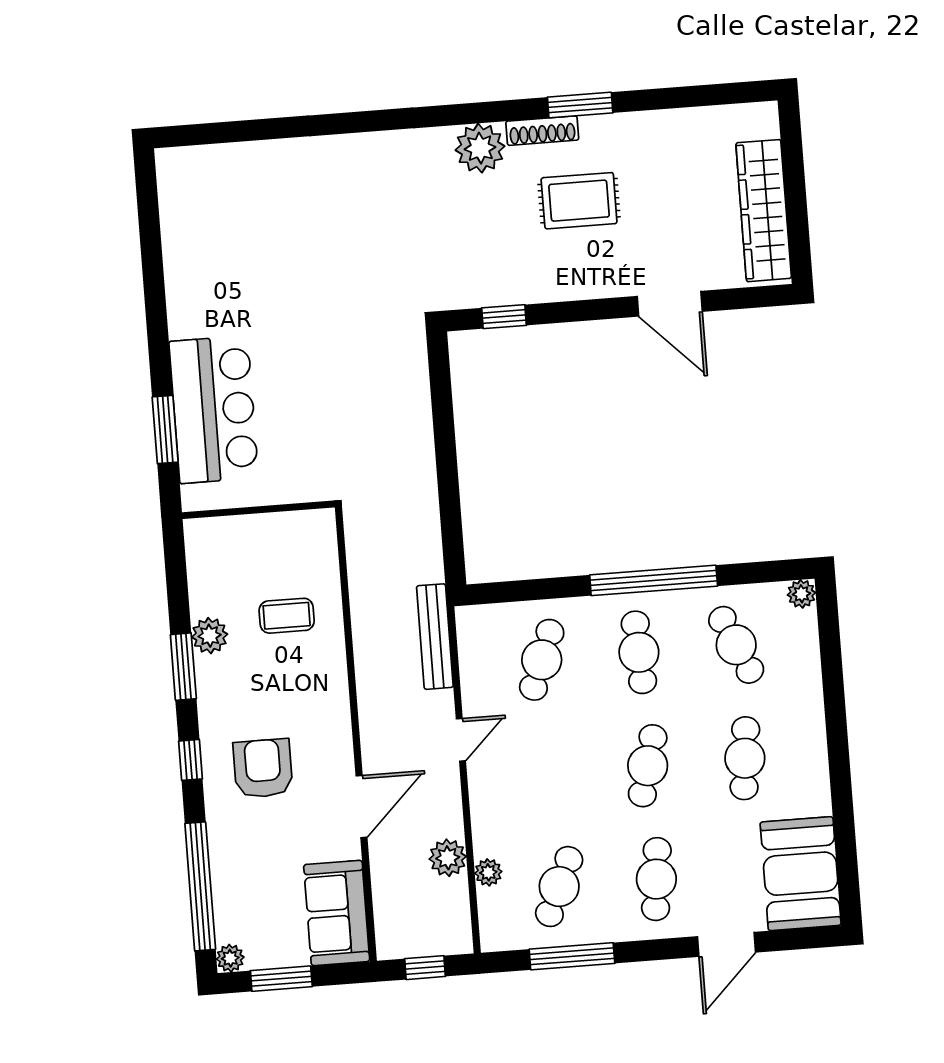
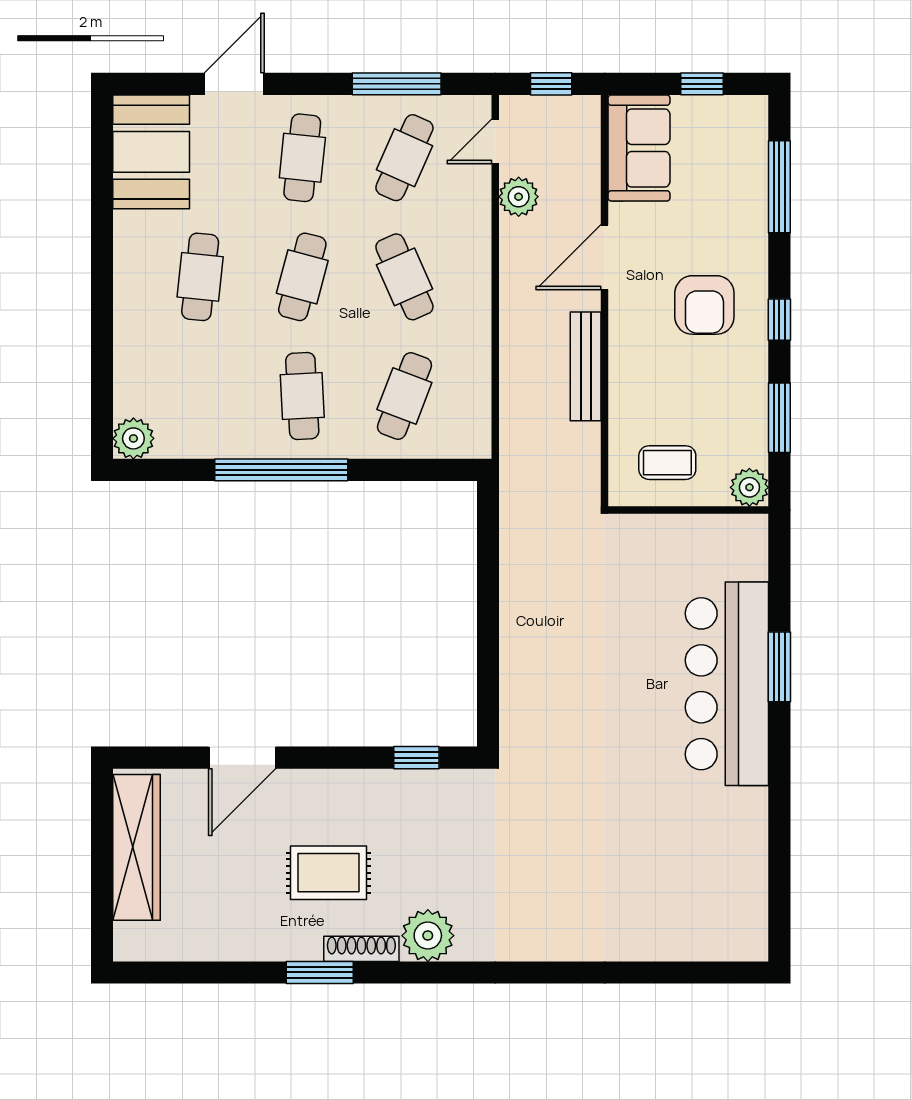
door: (670, 304) -> (242, 758), swing flipped
bar counter: (214, 410) -> (727, 684), width x1.36
wall: (258, 510) -> (688, 510), moved
plant: (801, 594) -> (133, 438), width x1.38, depth x1.38
plant: (210, 636) -> (749, 487), moved
bench: (435, 637) -> (586, 366), moved
cafe table: (736, 645) -> (404, 277), moved
door: (461, 740) -> (495, 141), moved
plant: (488, 872) -> (477, 178), removed
window: (200, 886) -> (779, 187), width x0.68
plant: (230, 958) -> (754, 109), removed
window: (281, 979) -> (702, 84), width x0.67

